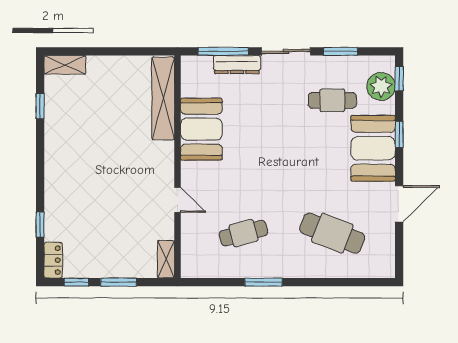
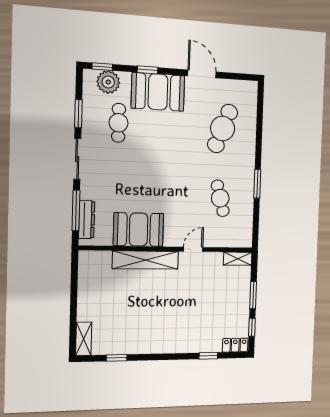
dresser: (237, 65) -> (87, 220), moved
shelving: (163, 98) -> (145, 260), moved

